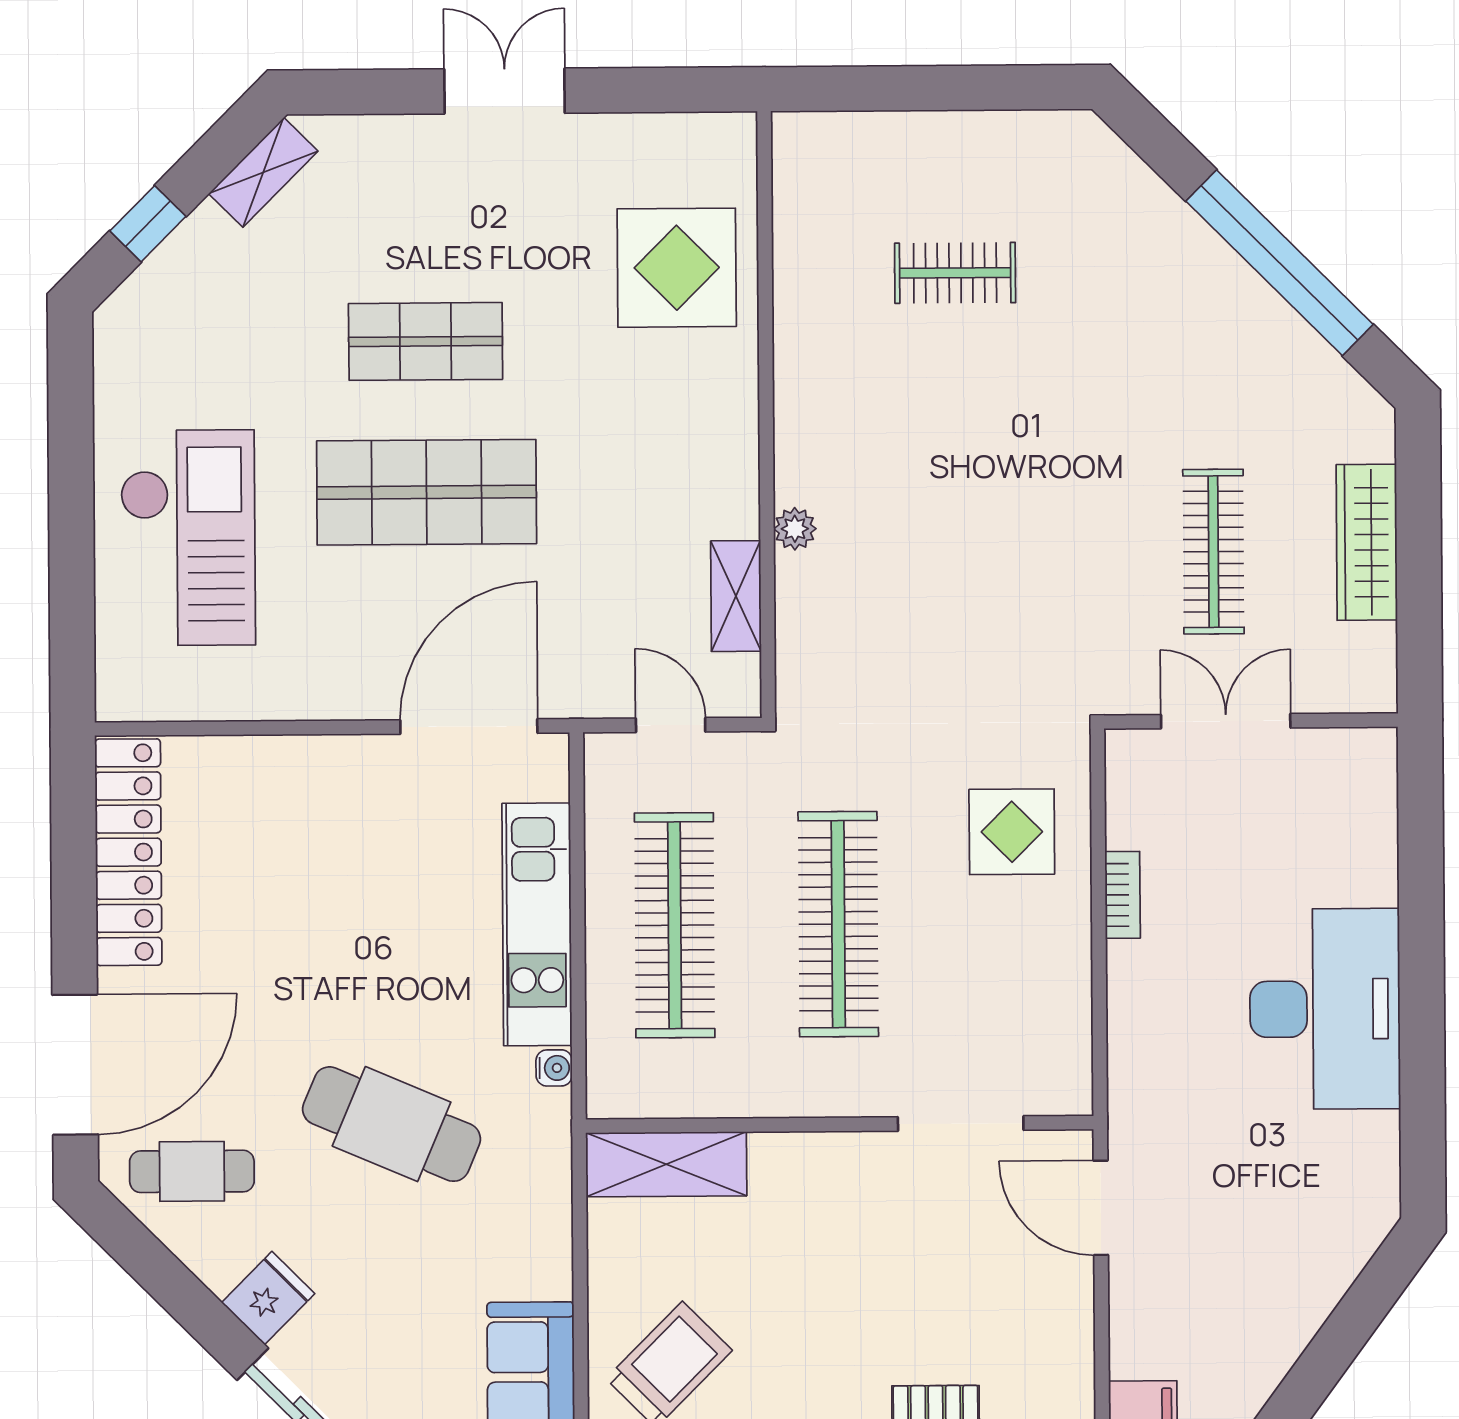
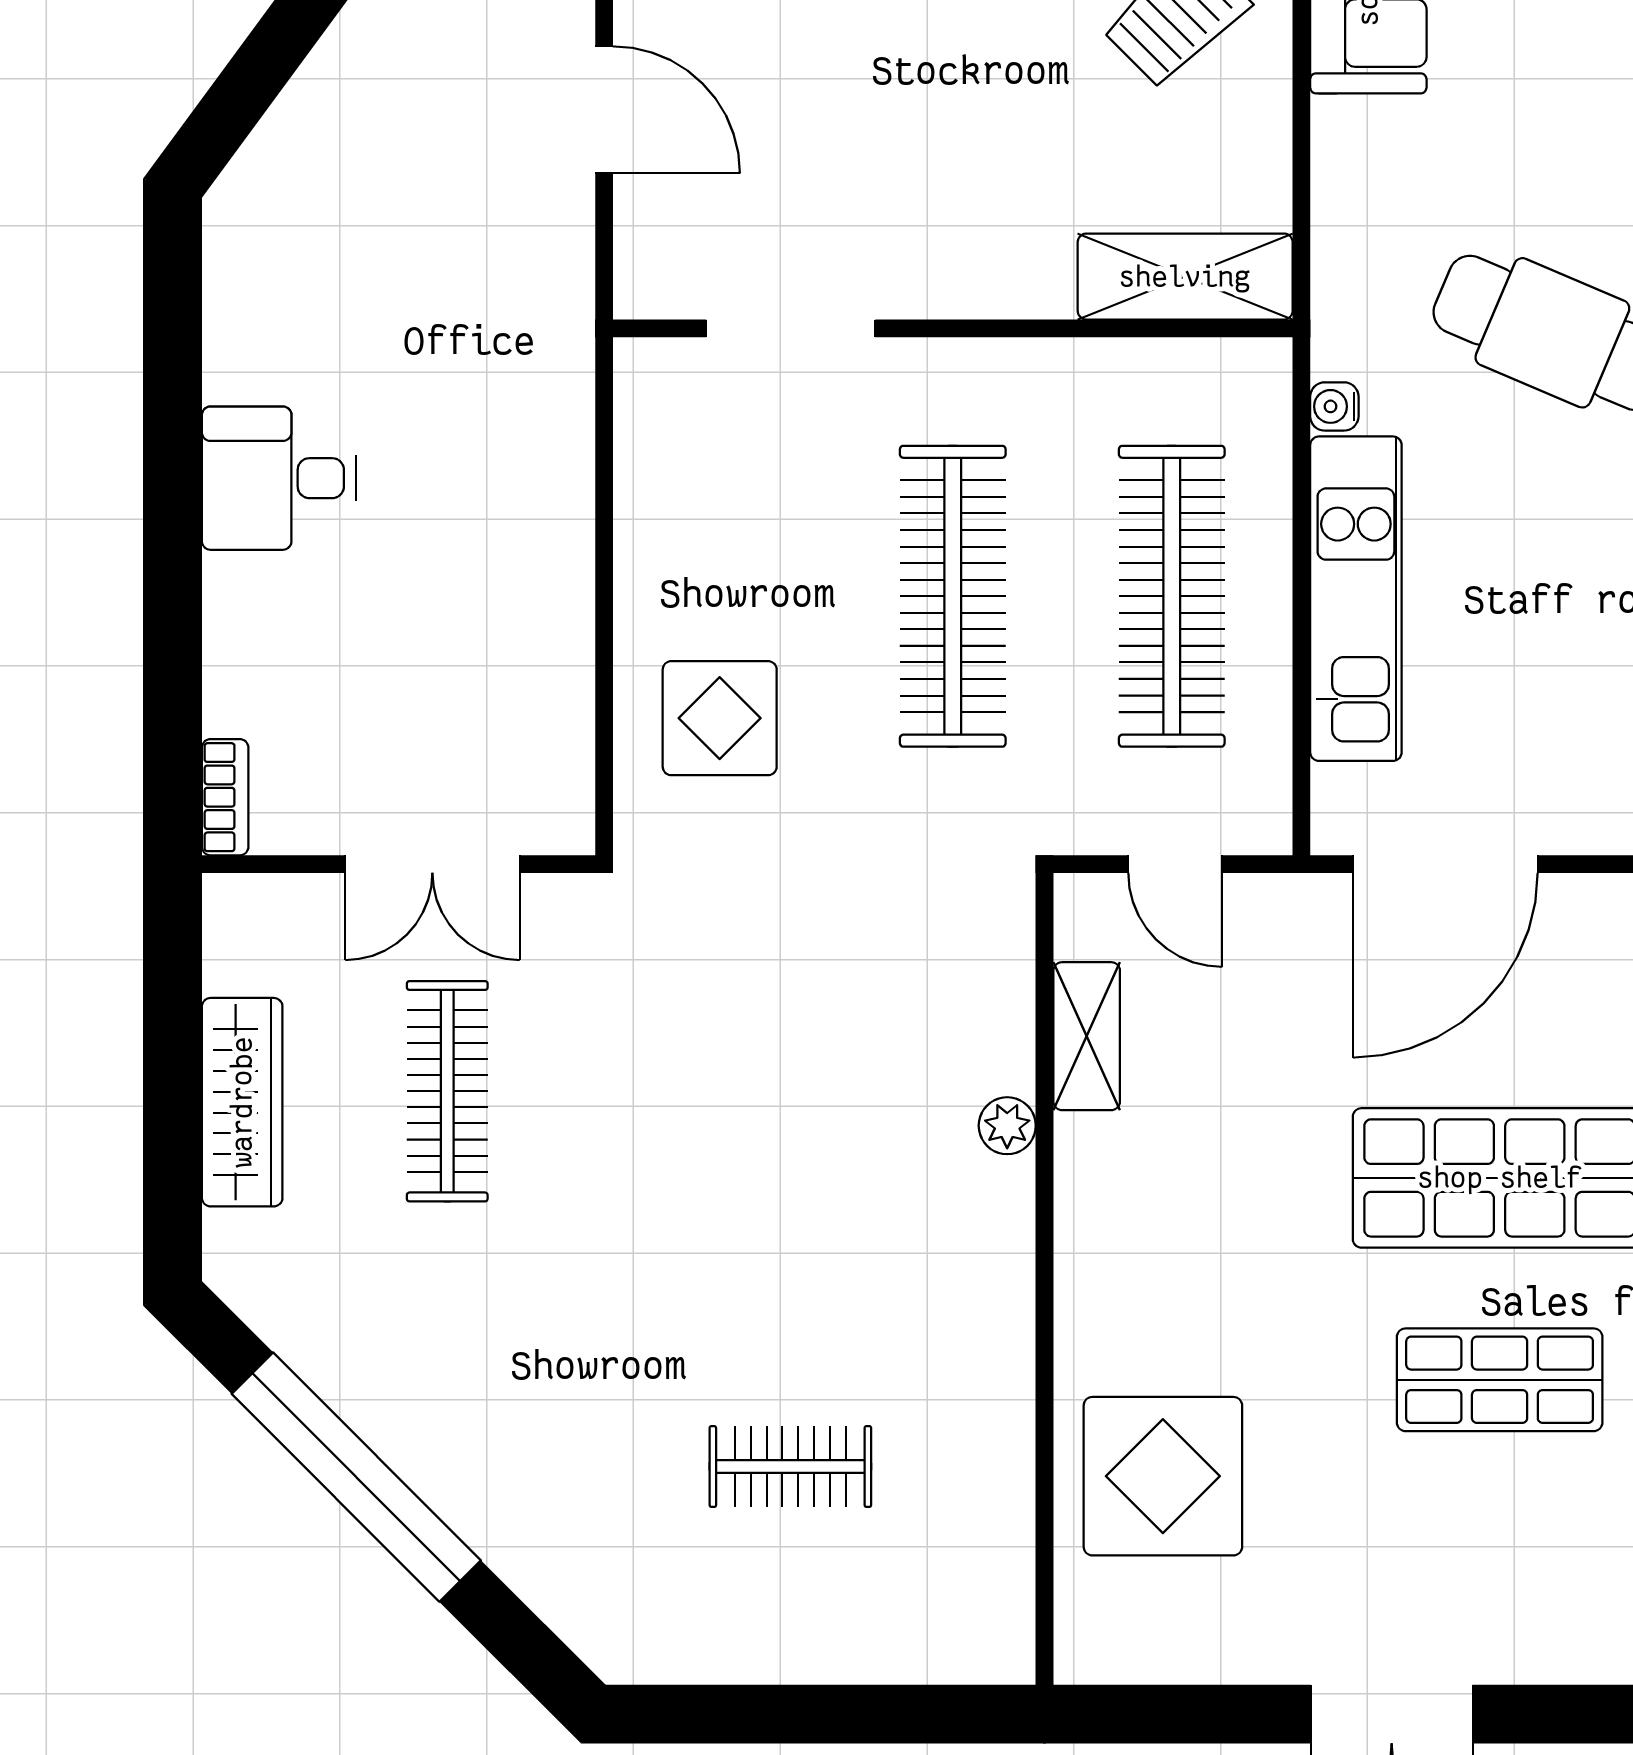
bookcase: (1123, 895) -> (225, 797), moved, turned 180
desk: (1325, 1009) -> (279, 478), width x0.53, depth x0.77
door: (1101, 1208) -> (604, 110), moved

